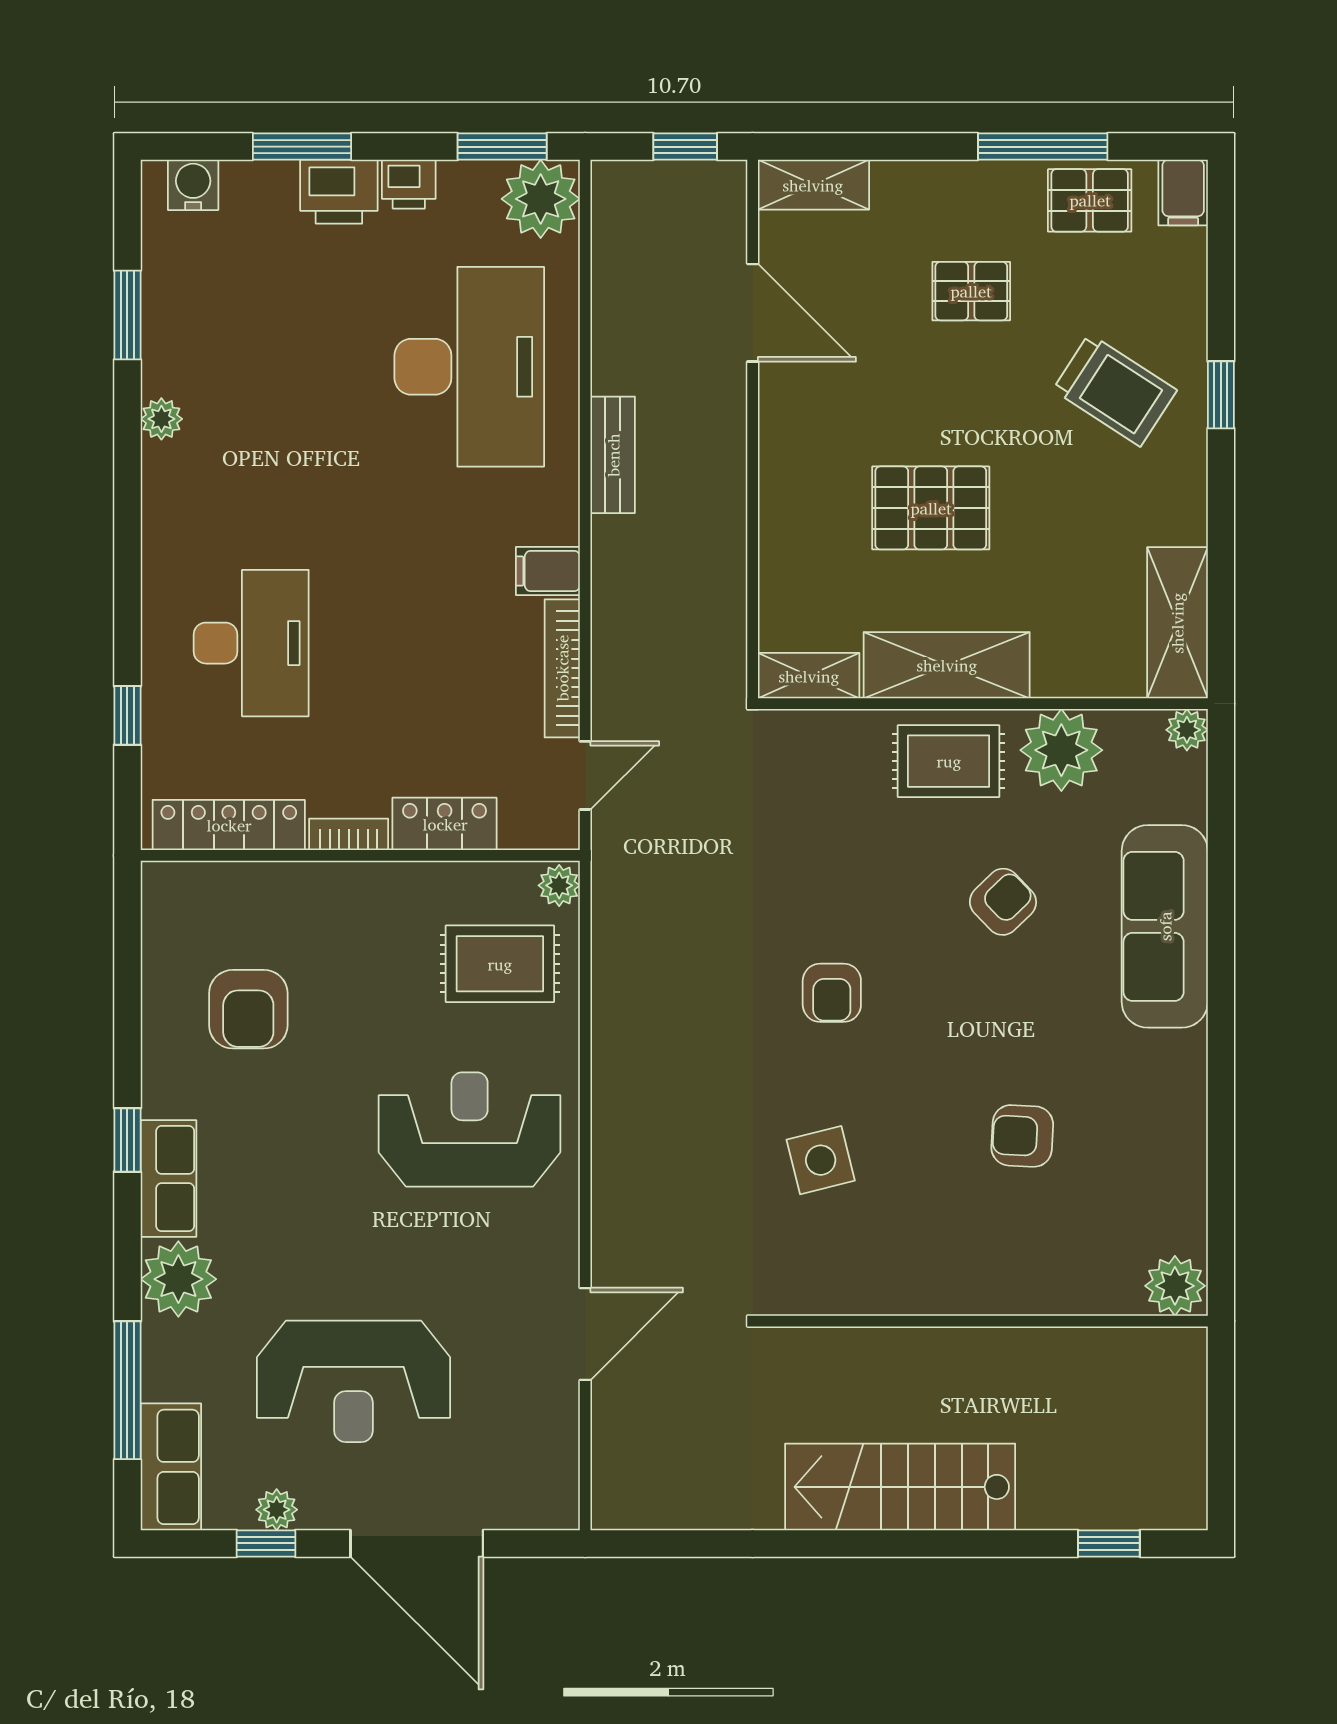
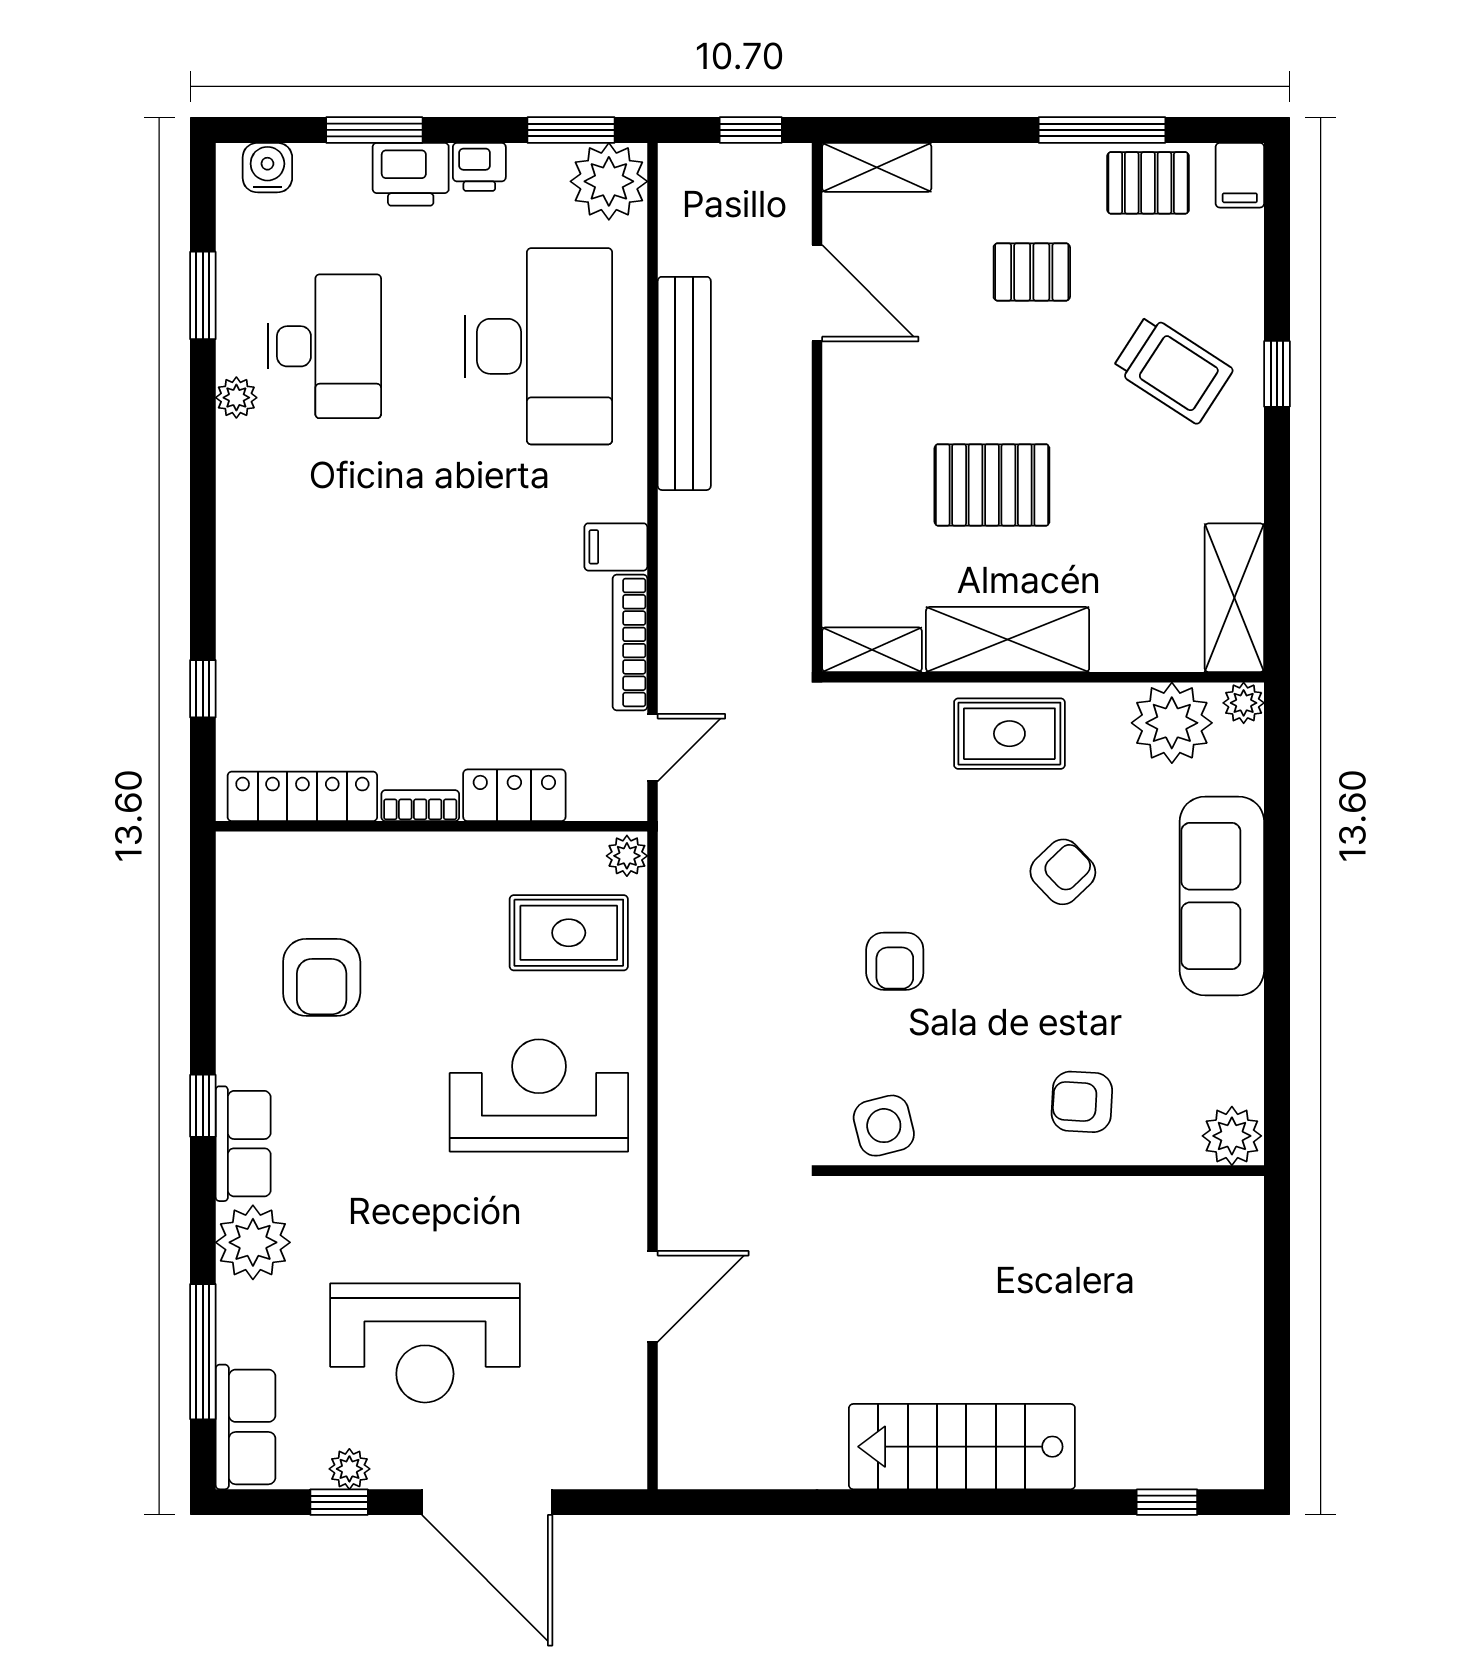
bench: (613, 455) -> (684, 383), width x1.86, depth x1.21
desk: (251, 643) -> (324, 346), moved
plant: (1061, 750) -> (1172, 723), moved
plant: (1175, 1286) -> (1232, 1136), moved
wall: (983, 1321) -> (1043, 1171), moved

